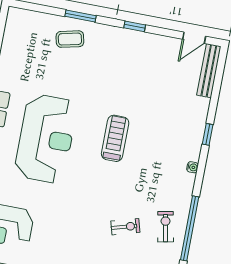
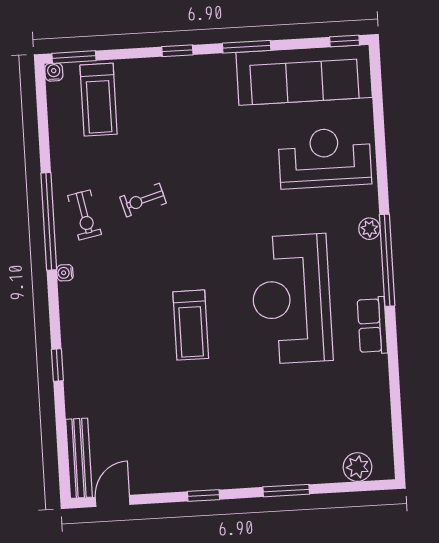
plant: (31, 20) -> (357, 467), added
coffee table: (70, 39) -> (293, 453), removed
water cooler: (192, 167) -> (65, 273), moved

